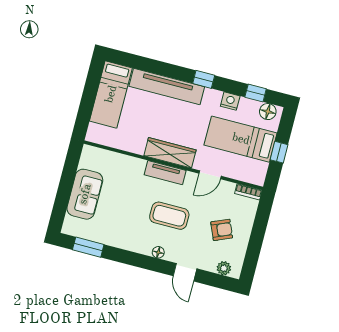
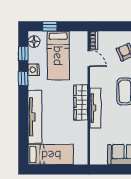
window: (204, 79) -> (23, 78), moved
window: (279, 152) -> (50, 26), moved
tv unit: (165, 173) -> (95, 108), width x1.41
door: (210, 175) -> (89, 59), moved

